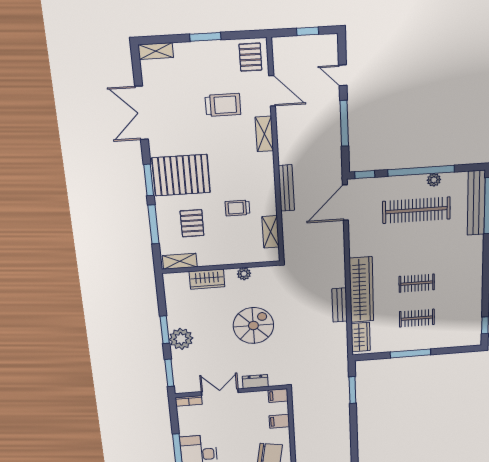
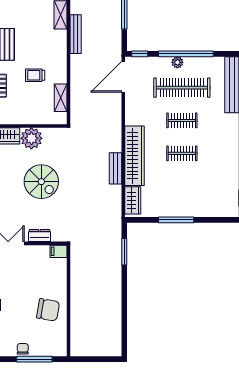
plant: (434, 180) -> (177, 62), moved
bench: (286, 188) -> (76, 34), moved
plant: (244, 274) -> (31, 138), width x1.88, depth x1.88
clothes rail: (417, 318) -> (182, 120), moved
spiral stairs: (253, 326) -> (41, 182), turned 90
filing cabinet: (279, 421) -> (58, 277), removed

